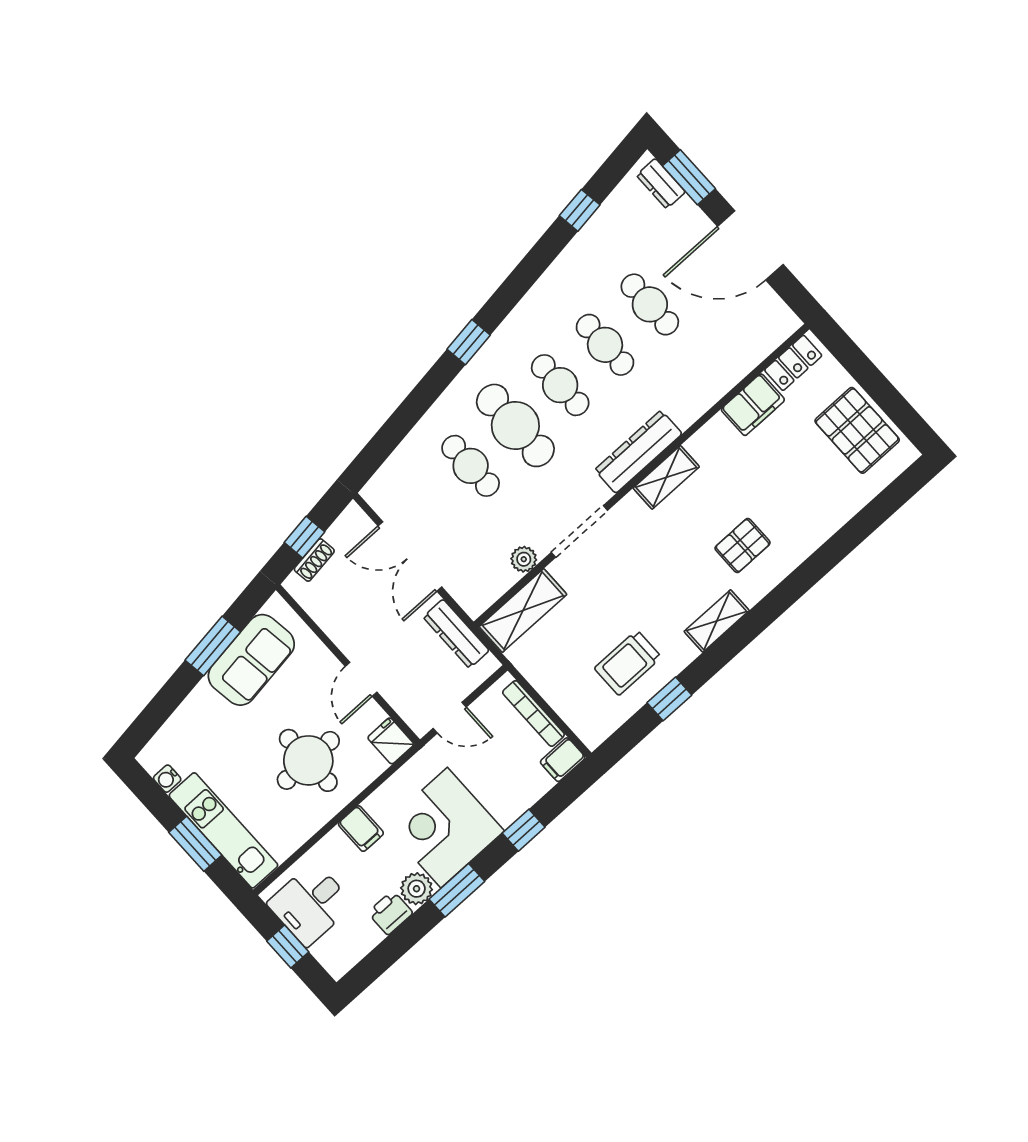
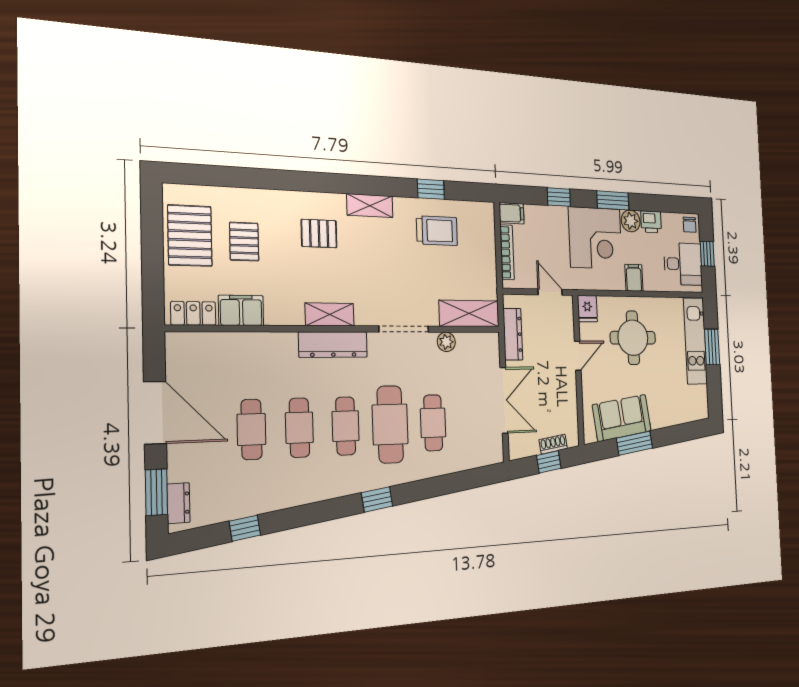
pallet: (805, 471) -> (244, 242), added
water cooler: (167, 779) -> (702, 393), removed
chair: (338, 958) -> (690, 225), added

